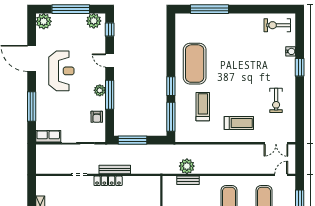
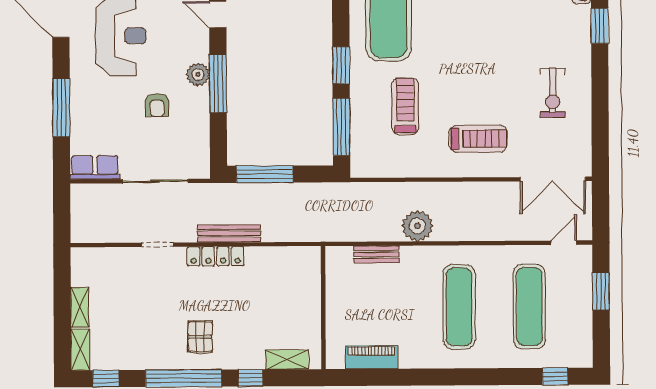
armchair: (97, 117) -> (157, 105), moved
double door: (276, 143) -> (553, 179), width x1.37
plant: (187, 166) -> (417, 226), moved

